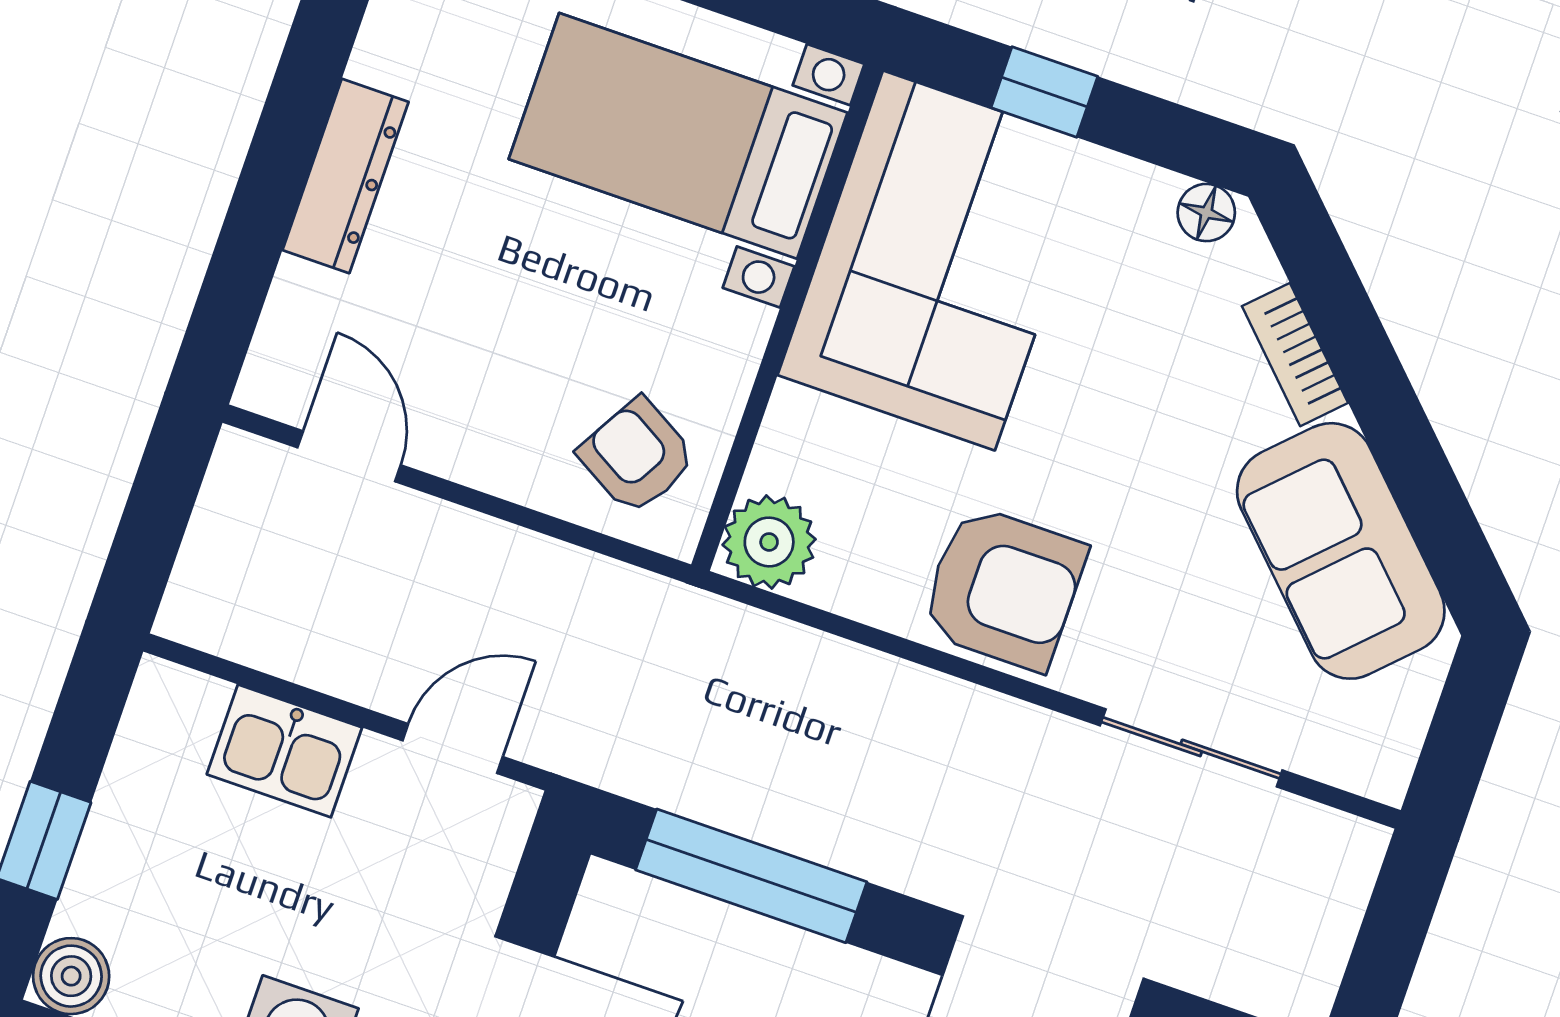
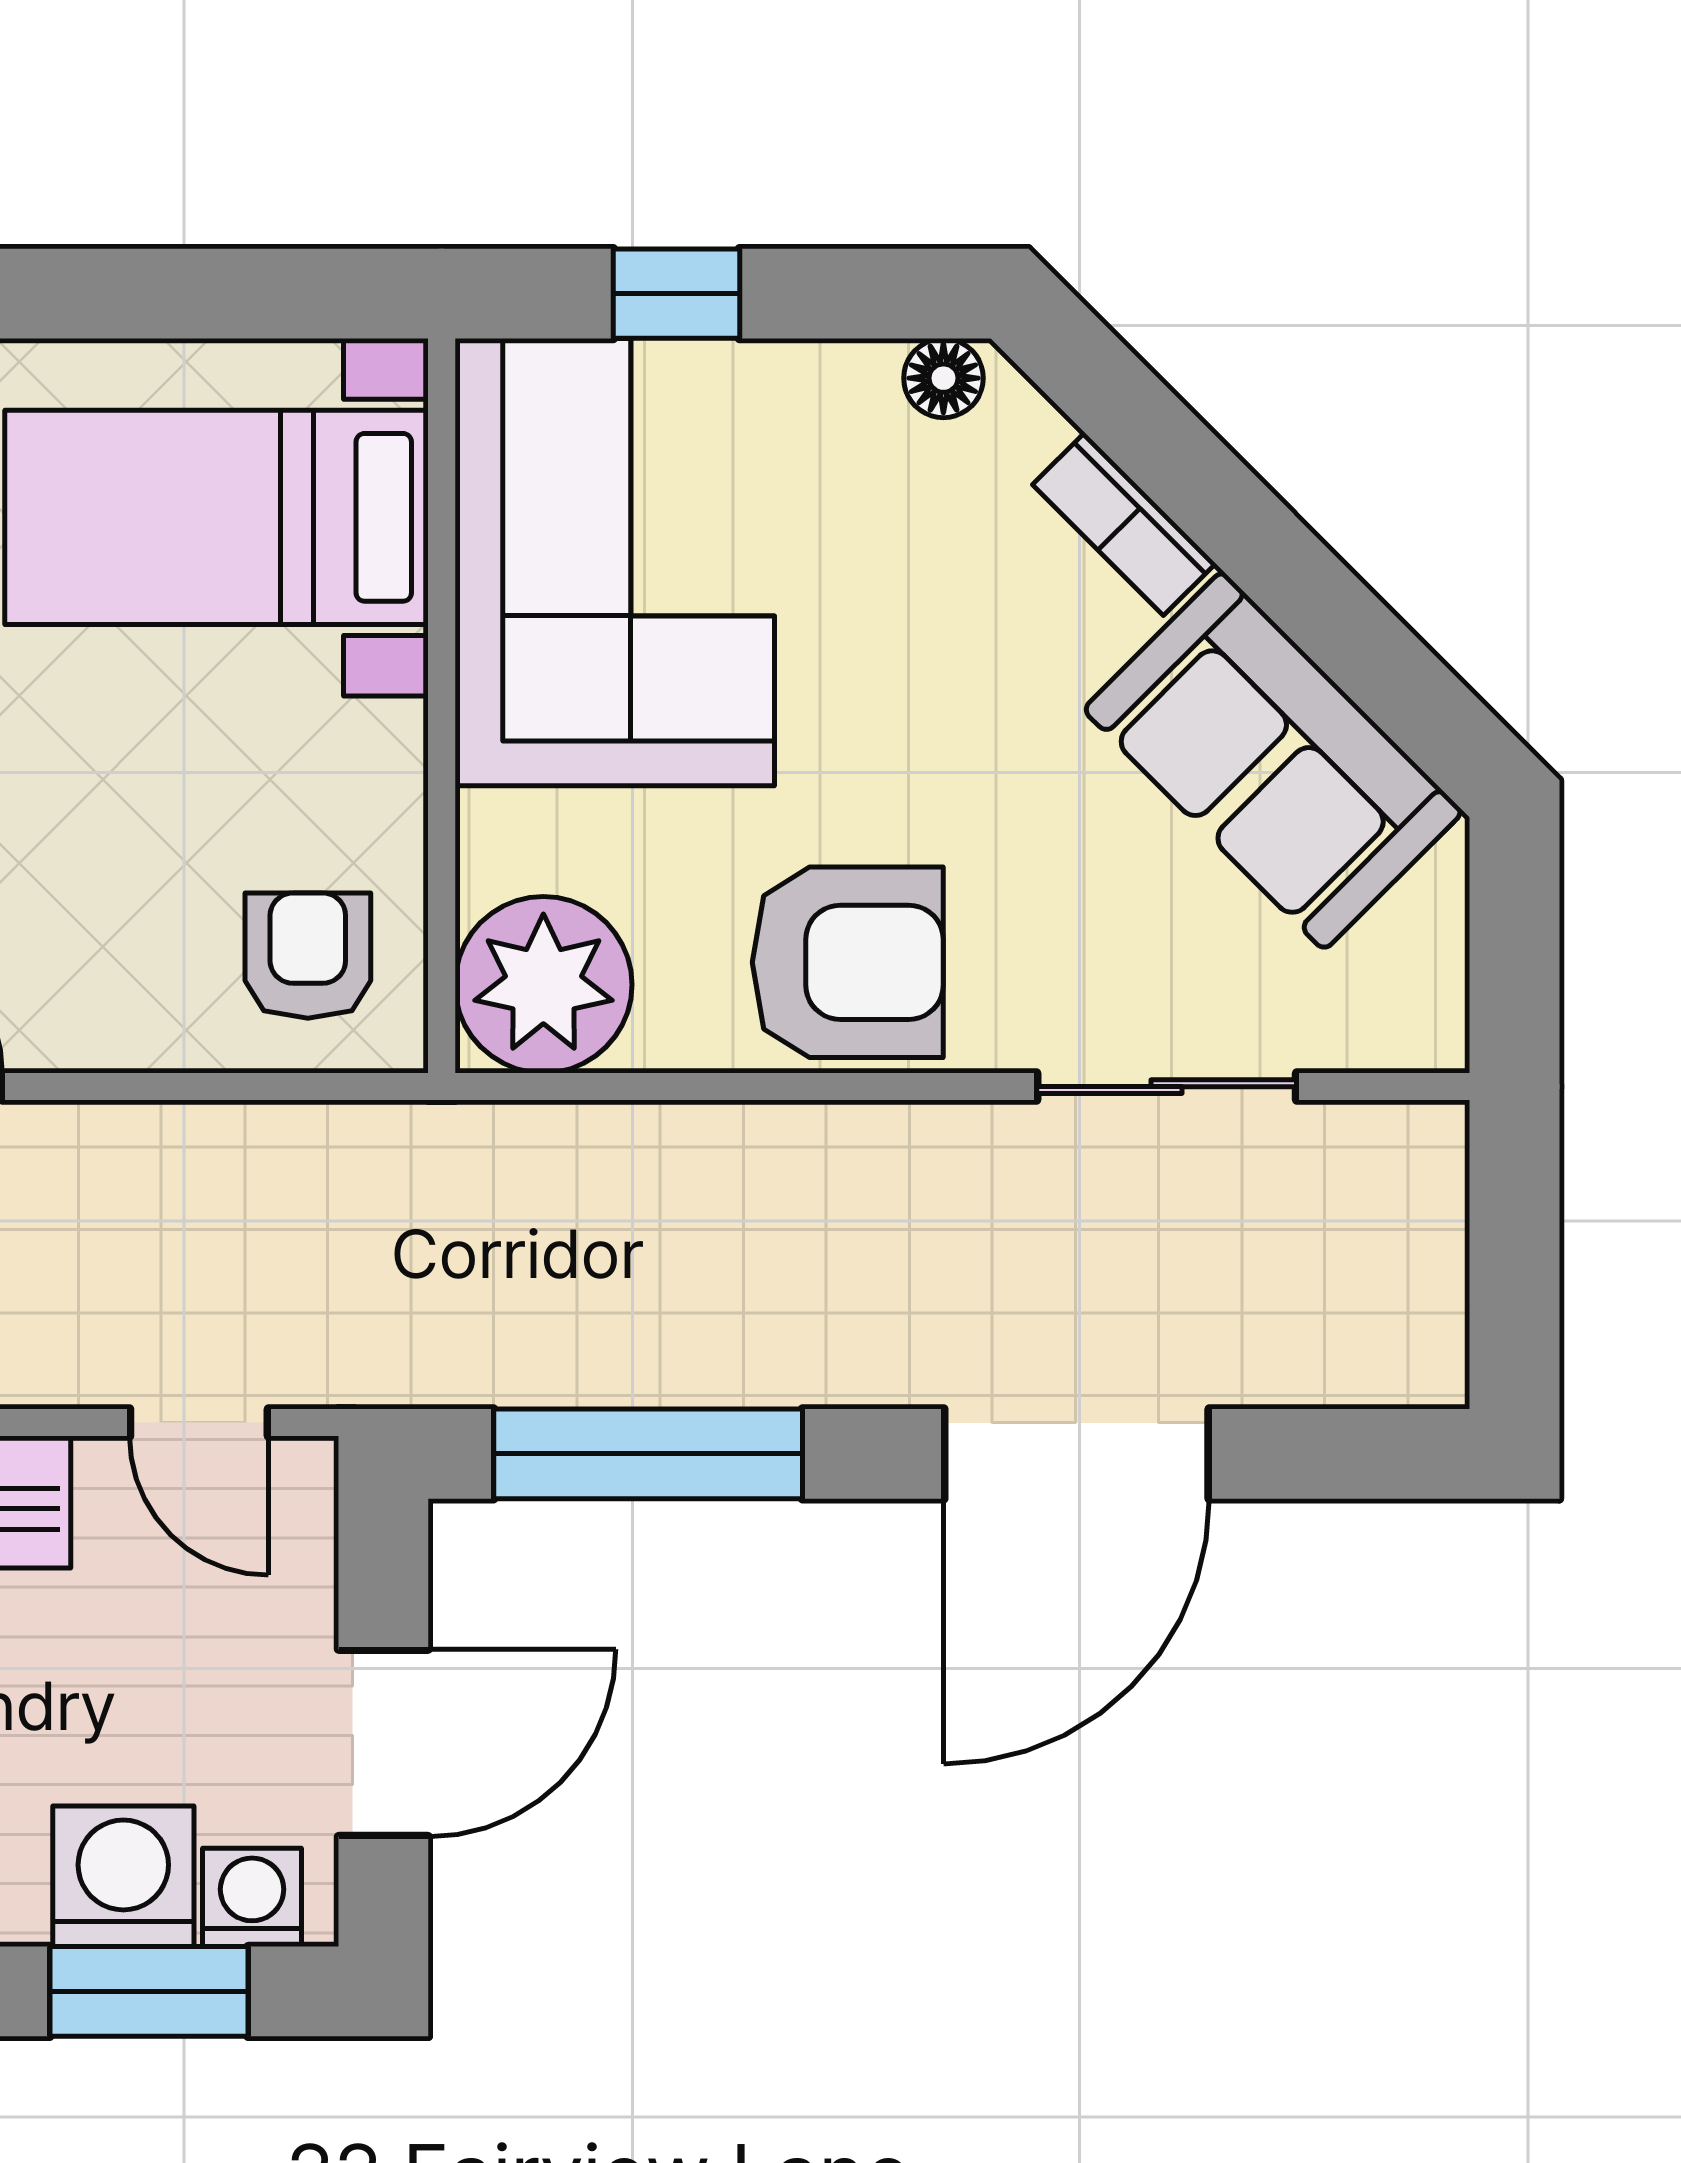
armchair: (637, 456) -> (308, 956), turned 60
plant: (769, 542) -> (543, 985), width x1.36, depth x1.36
door: (453, 749) -> (199, 1423), swing flipped

